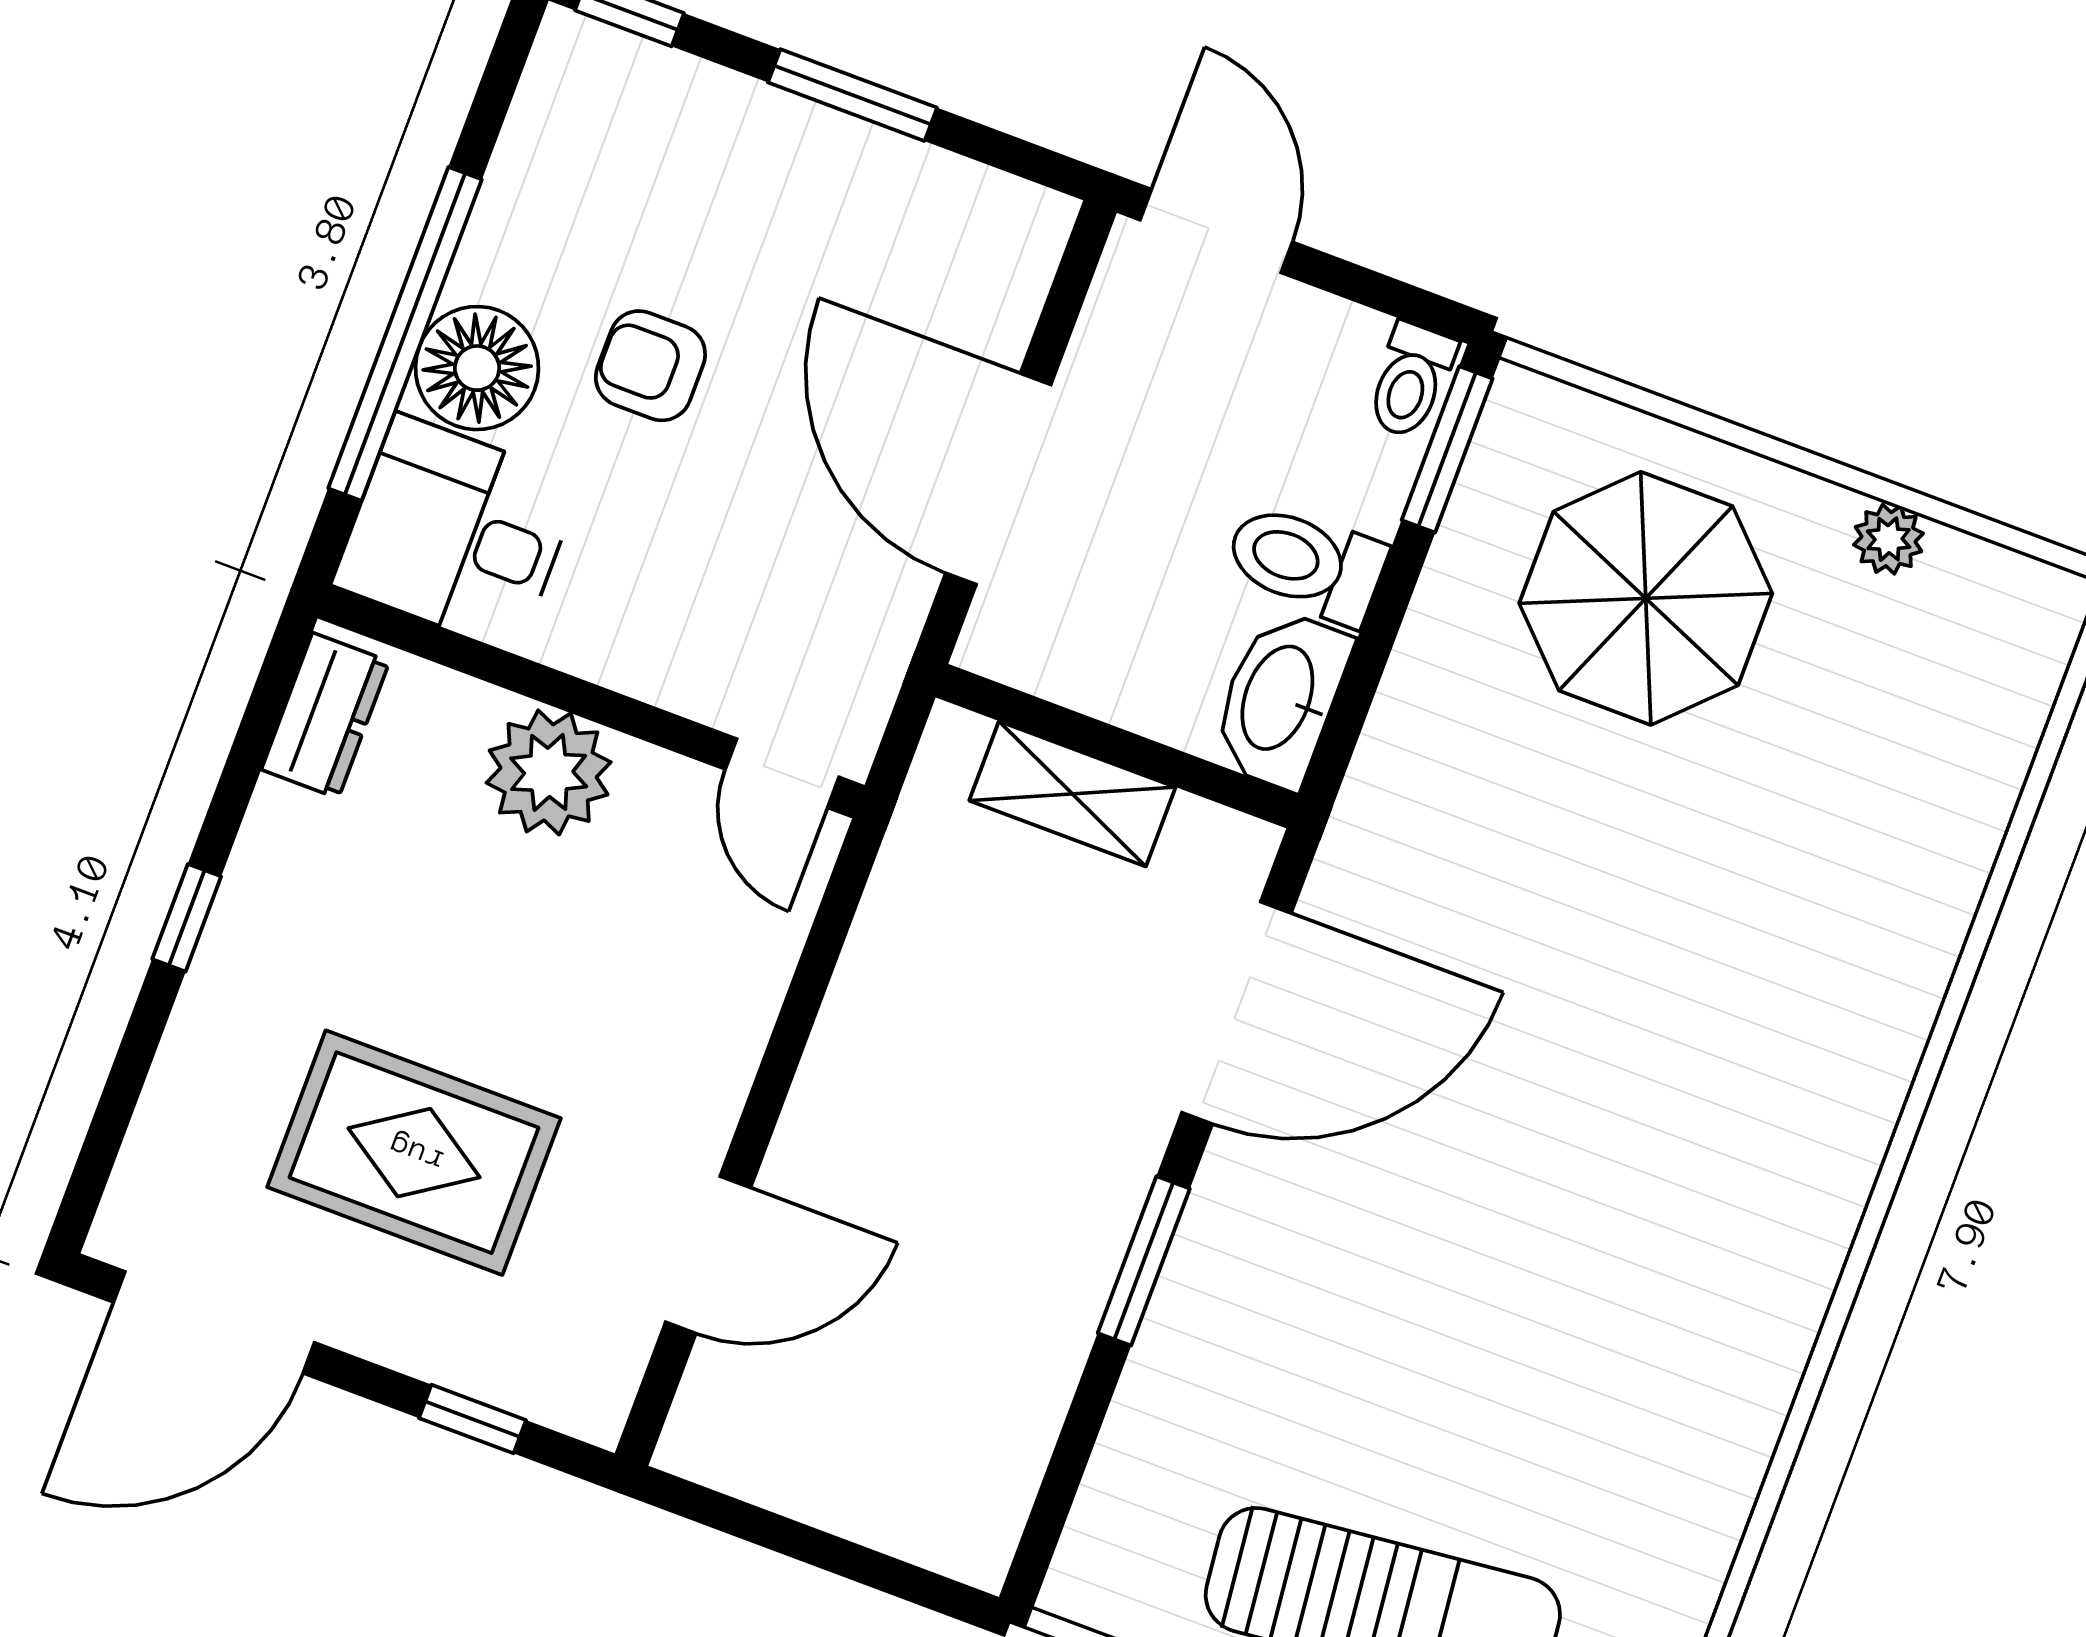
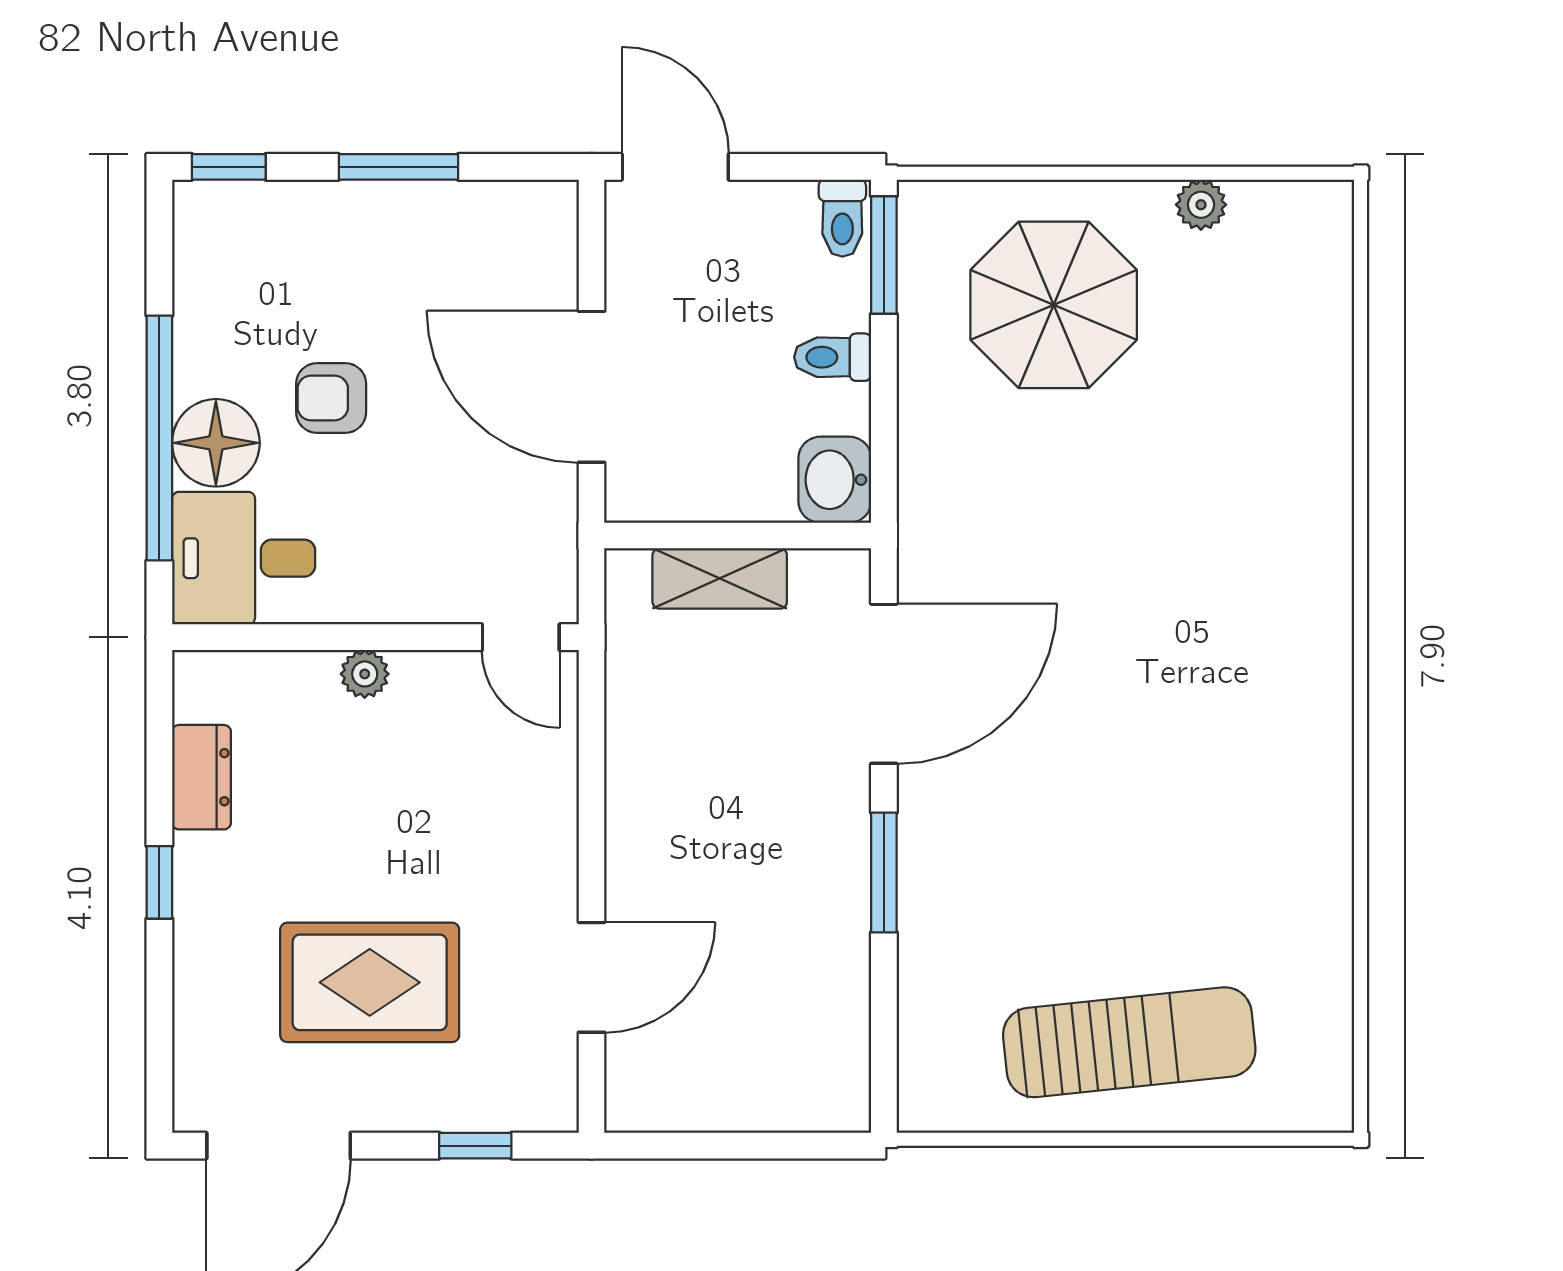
toilet: (1306, 563) -> (833, 357), width x0.73, depth x0.72
washbasin: (1280, 699) -> (835, 480), width x0.72
dresser: (325, 715) -> (201, 777), moved
plant: (549, 772) -> (365, 674), width x0.53, depth x0.53

